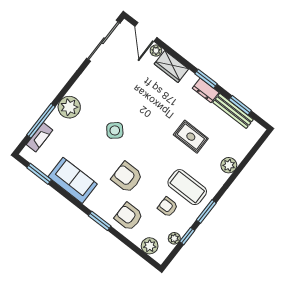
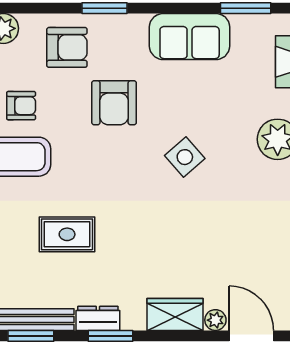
armchair: (127, 177) -> (114, 103), turned 90

